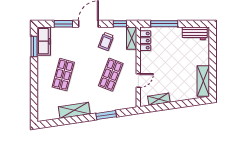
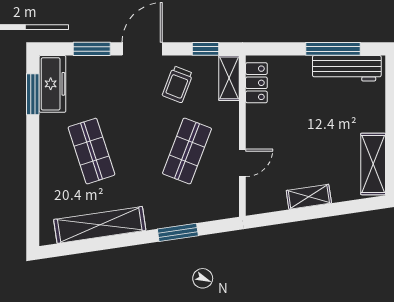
window: (164, 24) -> (333, 49), moved
workbench: (195, 33) -> (347, 68), width x1.37
shop shelf: (63, 75) -> (91, 151), turned -33
shelving: (159, 99) -> (309, 197), moved
shelving: (74, 110) -> (100, 225), width x1.47

